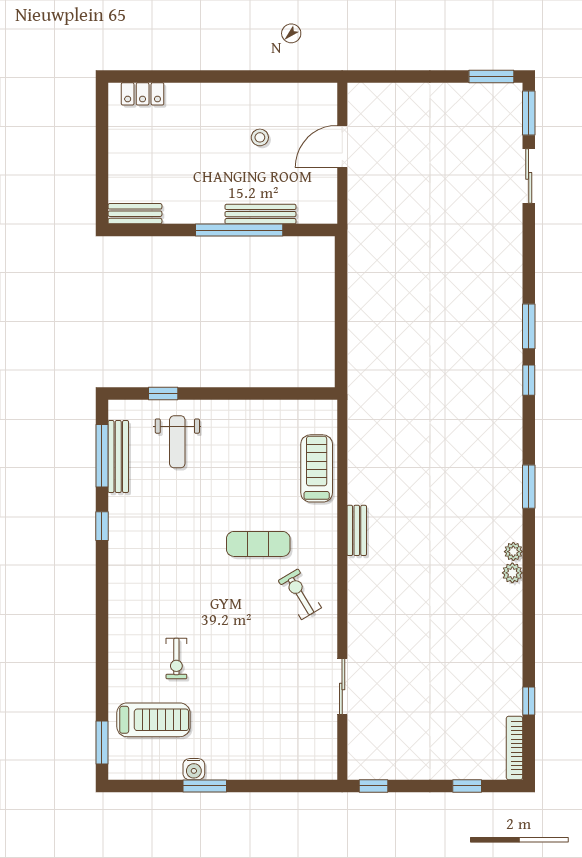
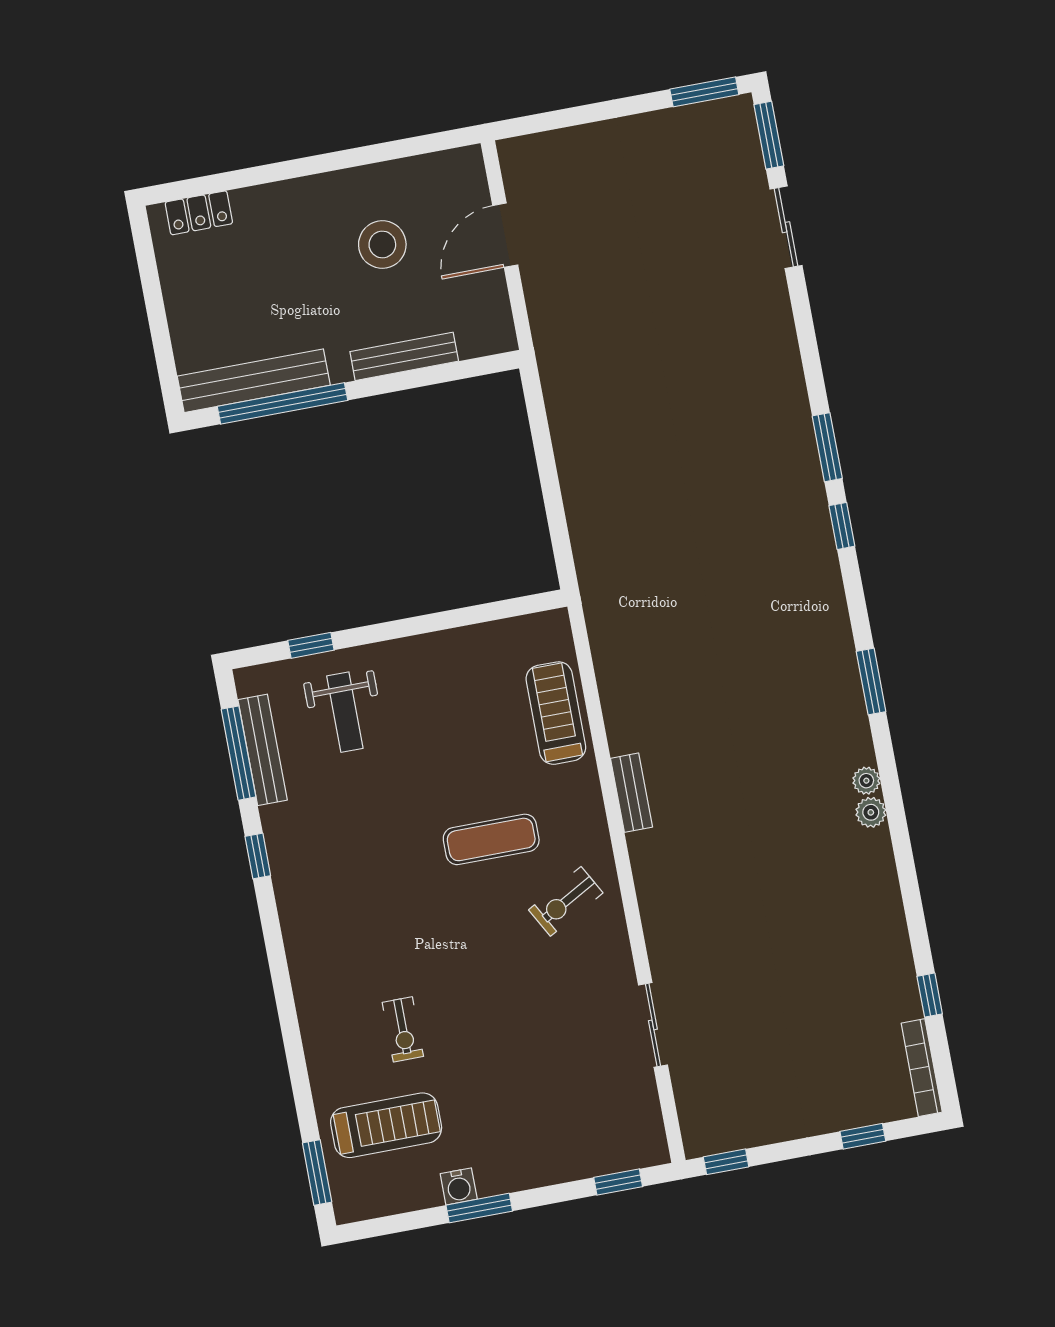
stool: (260, 137) -> (382, 244), width x1.89, depth x1.89
bench: (135, 214) -> (254, 381), width x1.86, depth x1.21
window: (239, 230) -> (282, 403), moved
exercise bike: (300, 594) -> (566, 901), turned -88
window: (300, 786) -> (618, 1182), added

